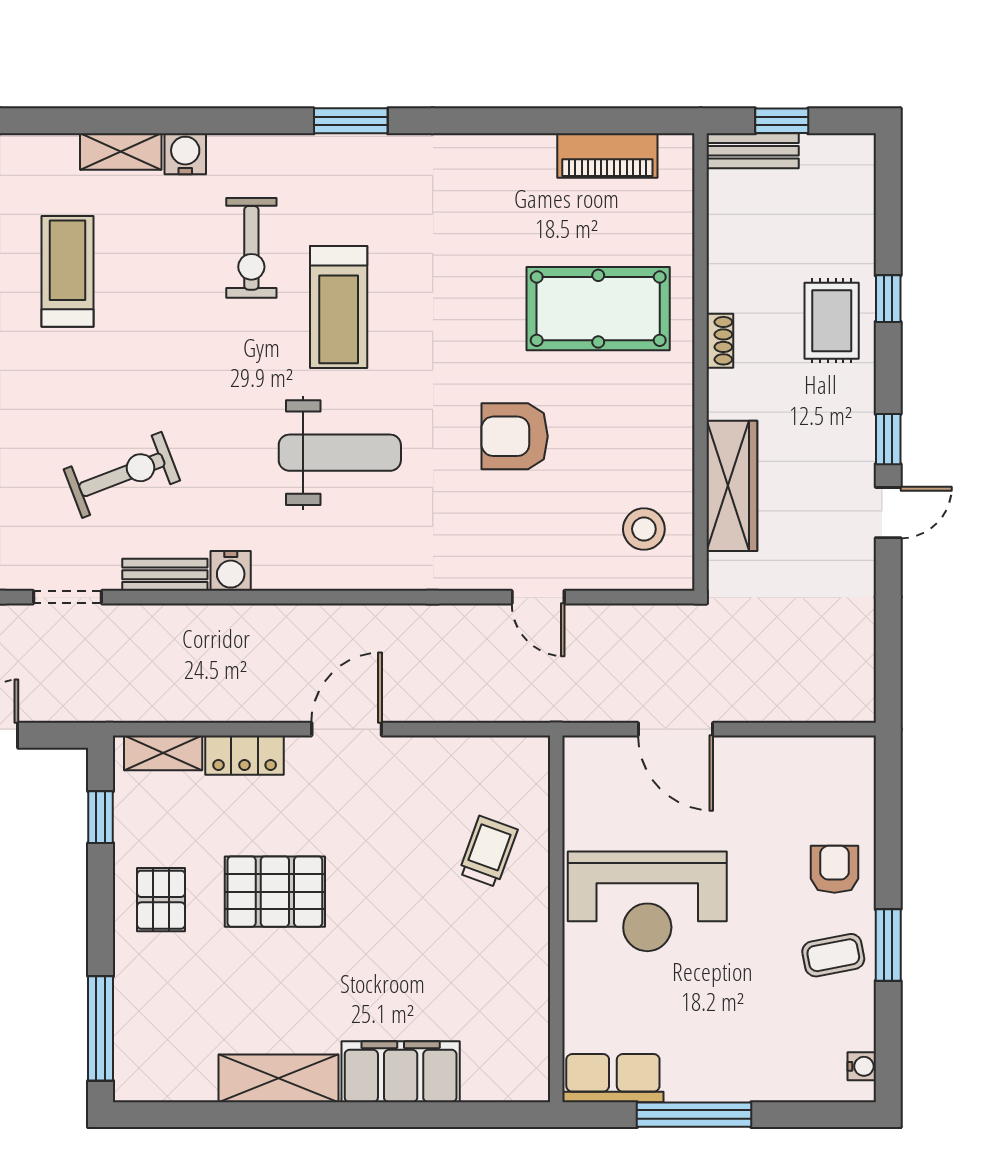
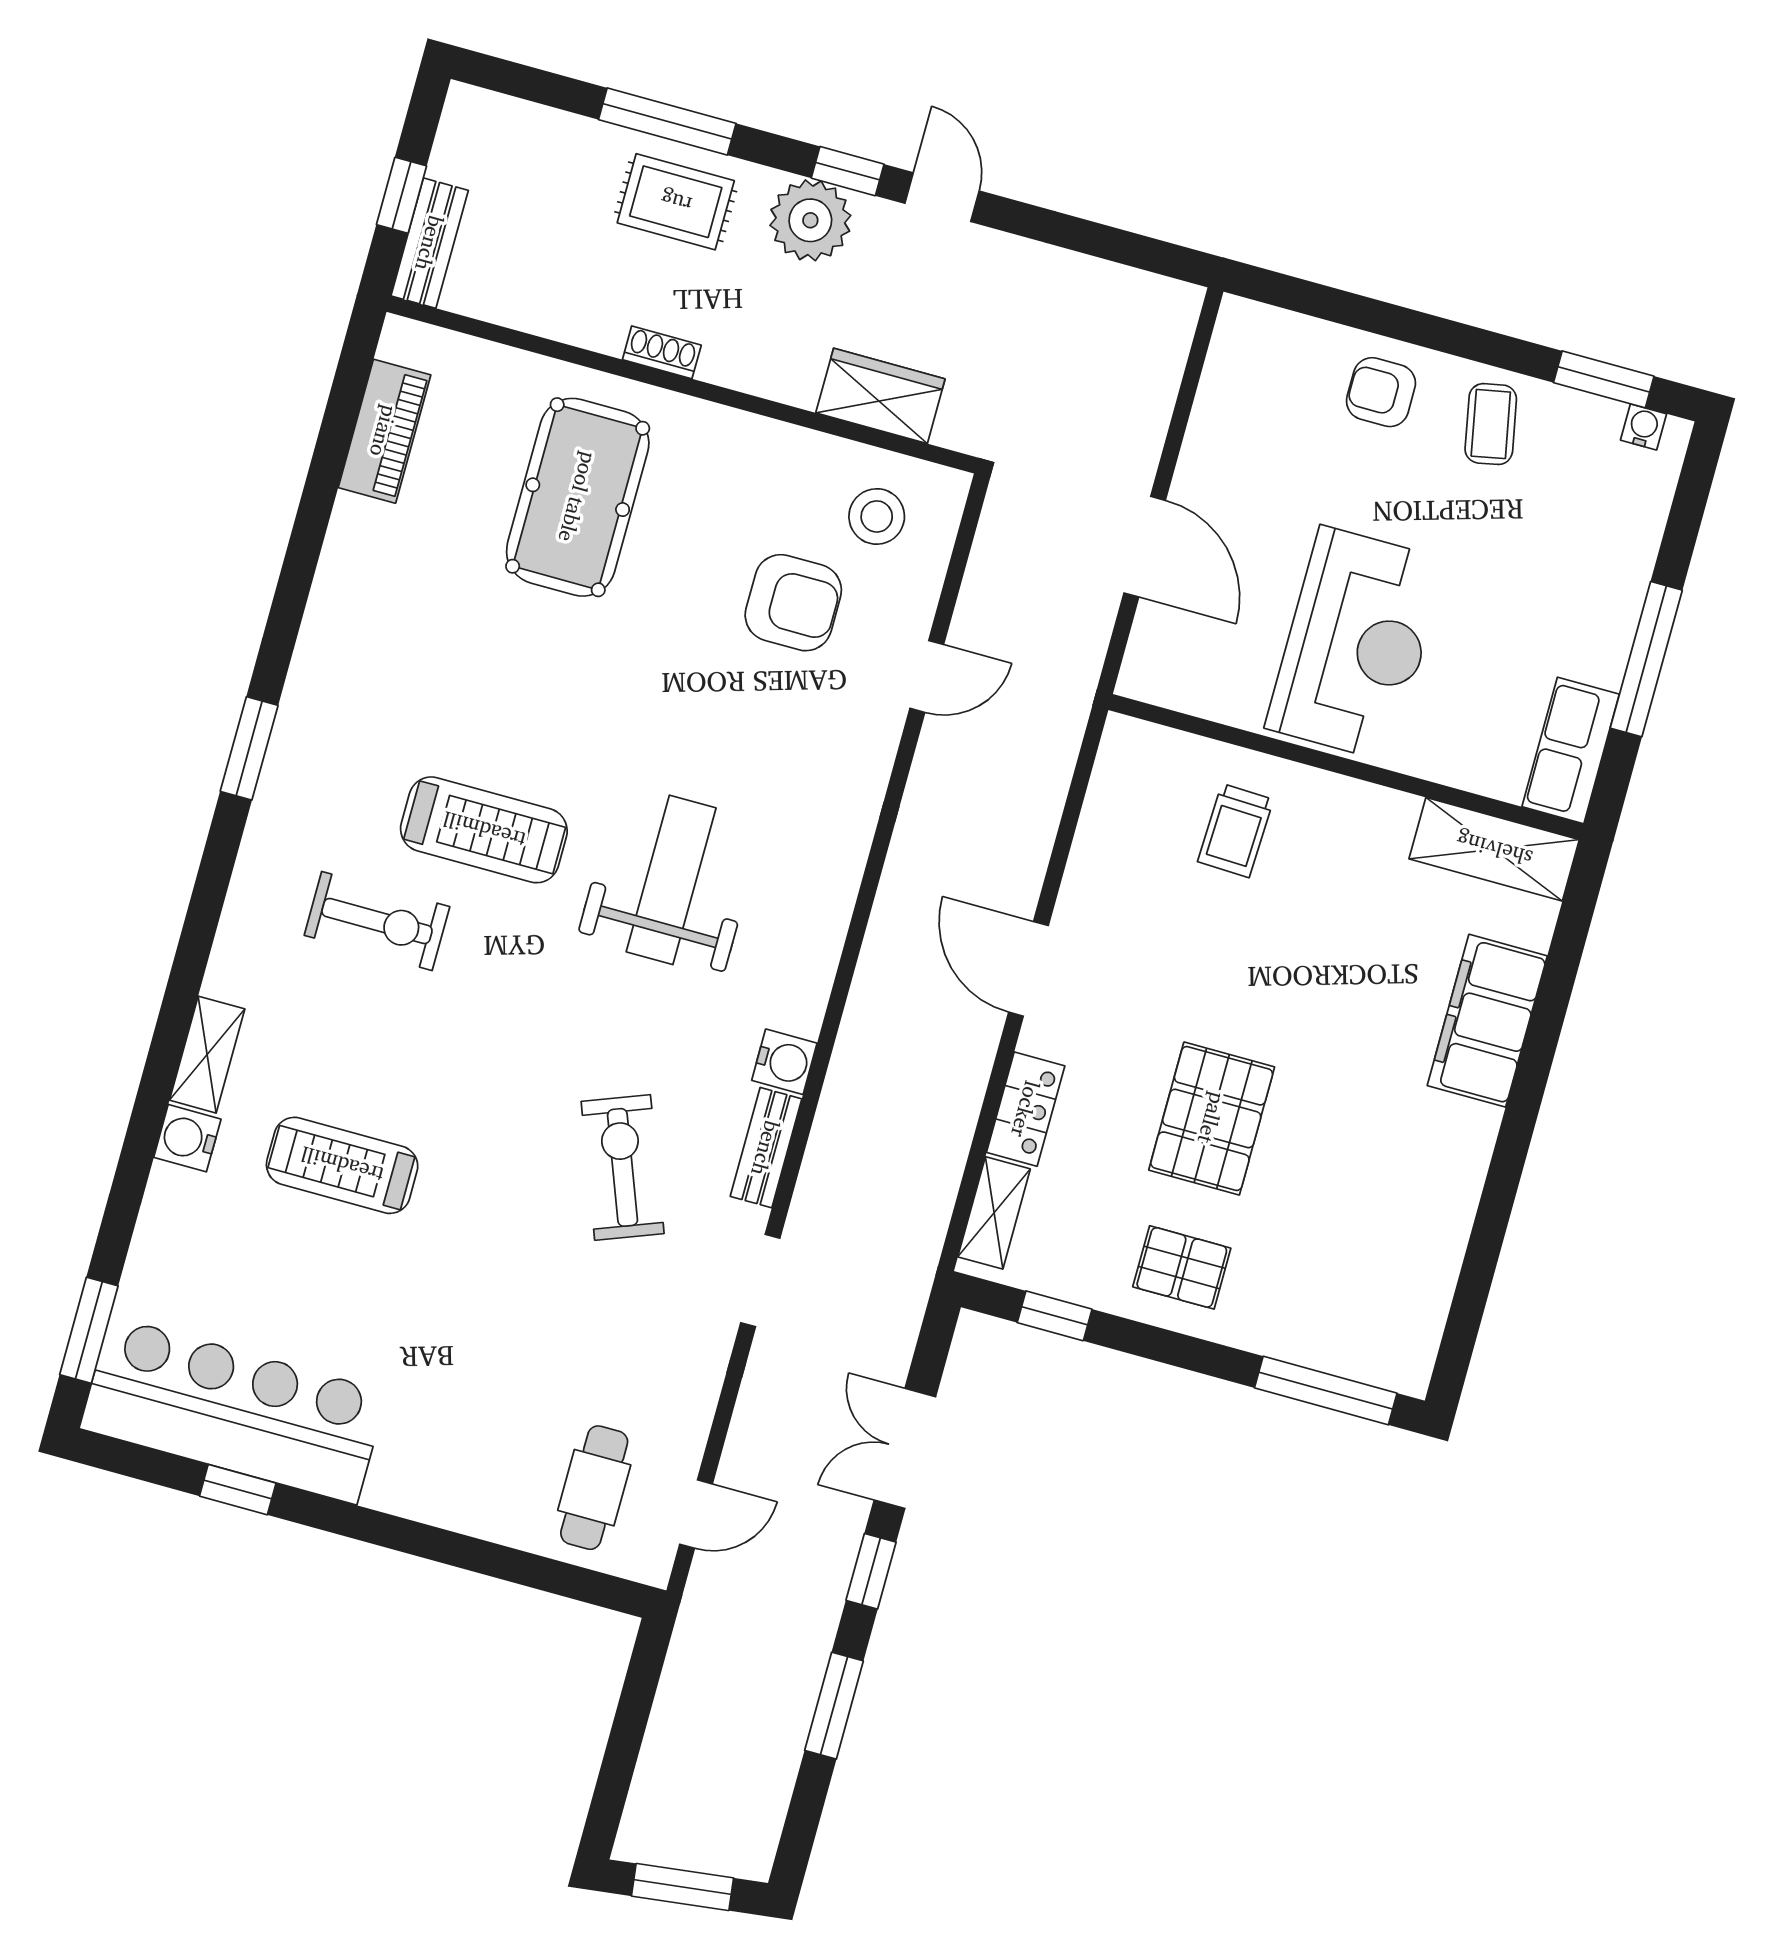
water cooler: (185, 154) -> (187, 1138), moved
window: (888, 299) -> (667, 121), width x2.17
plant: (845, 422) -> (810, 220), added
armchair: (515, 436) -> (793, 603), moved, turned -90
wardrobe: (732, 486) -> (880, 396), width x0.67
door: (675, 729) -> (1145, 547), hinge flipped
trolley: (488, 851) -> (1236, 830), turned -108
window: (888, 945) -> (1604, 379), moved
shelving: (279, 1078) -> (1494, 849), moved, turned 90

